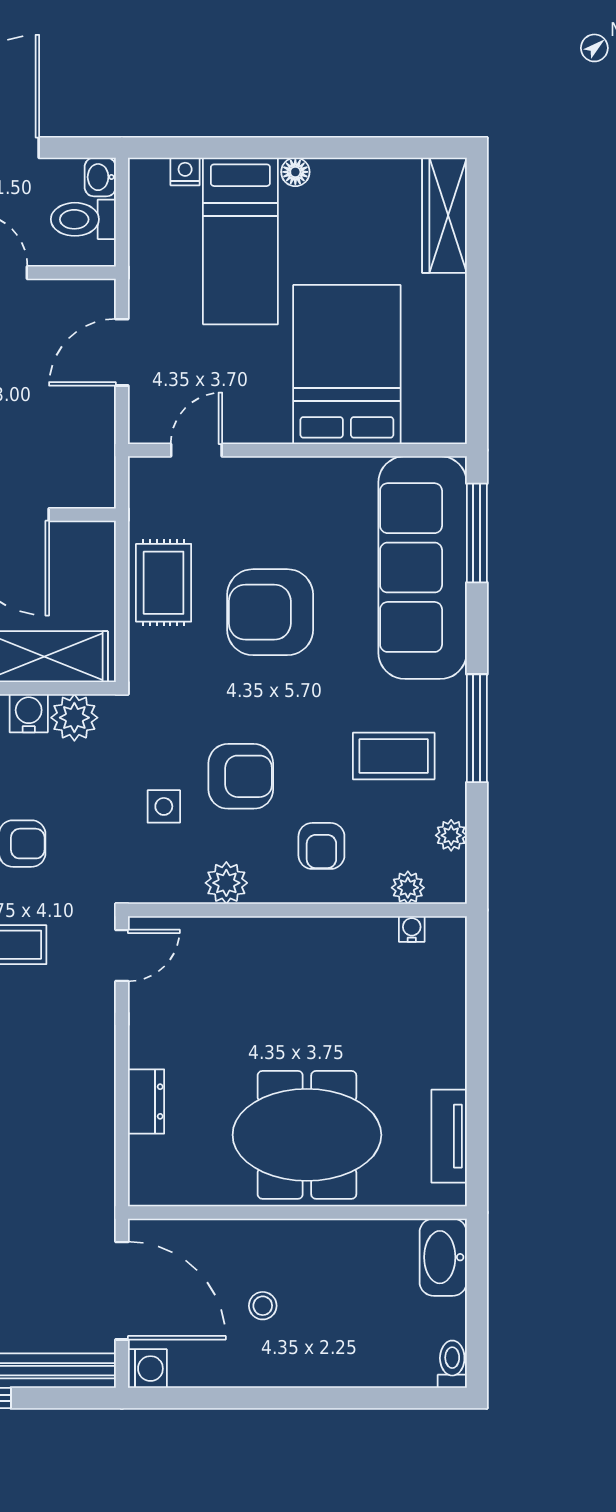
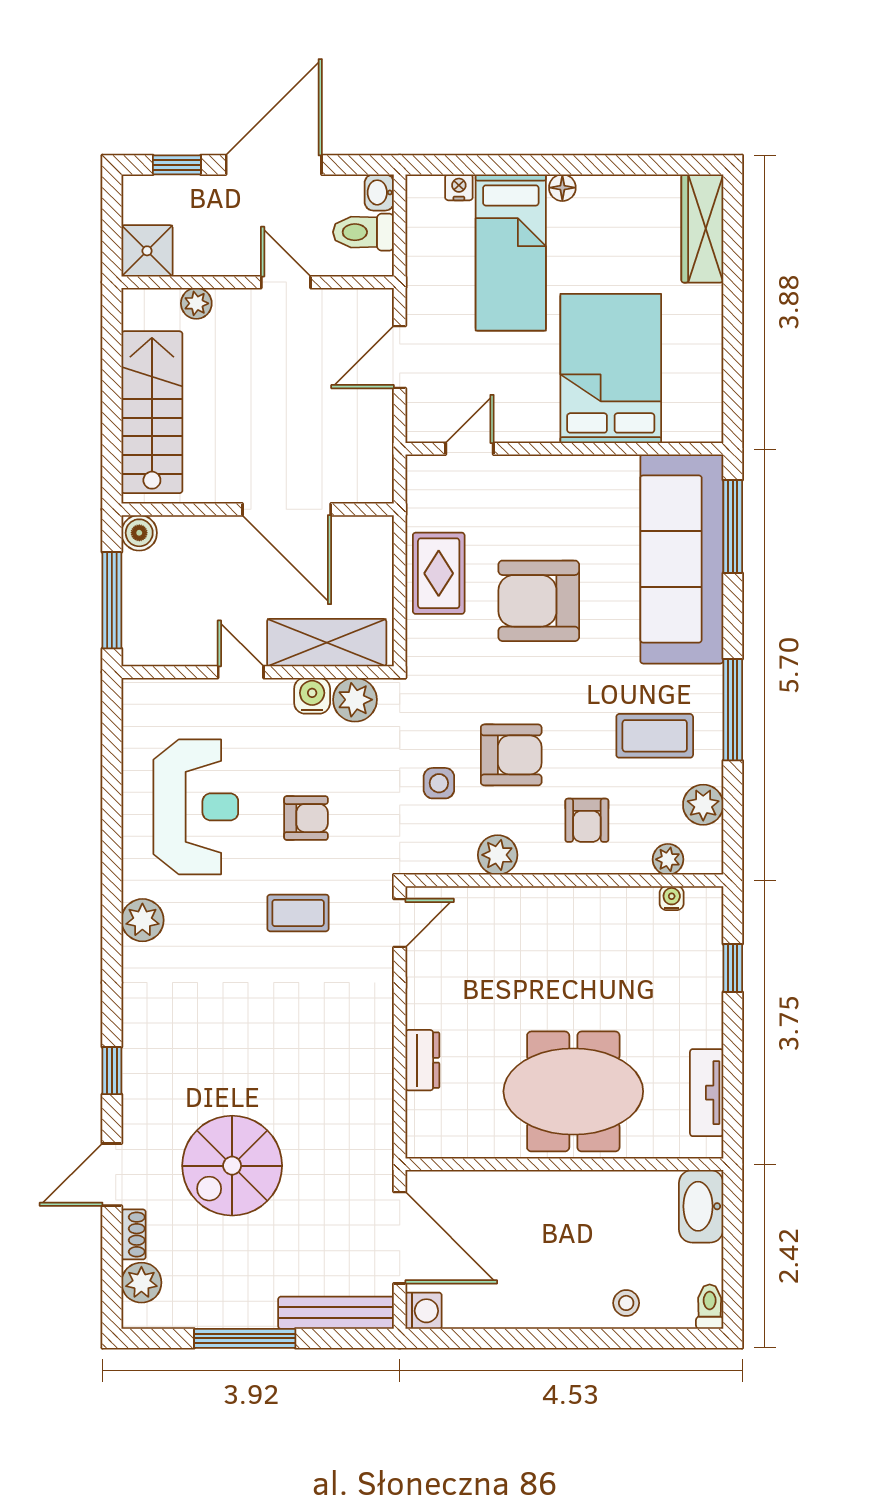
plant: (451, 835) -> (703, 805), width x1.38, depth x1.38
window: (477, 1003) -> (733, 968), added
stool: (263, 1306) -> (626, 1303), moved

